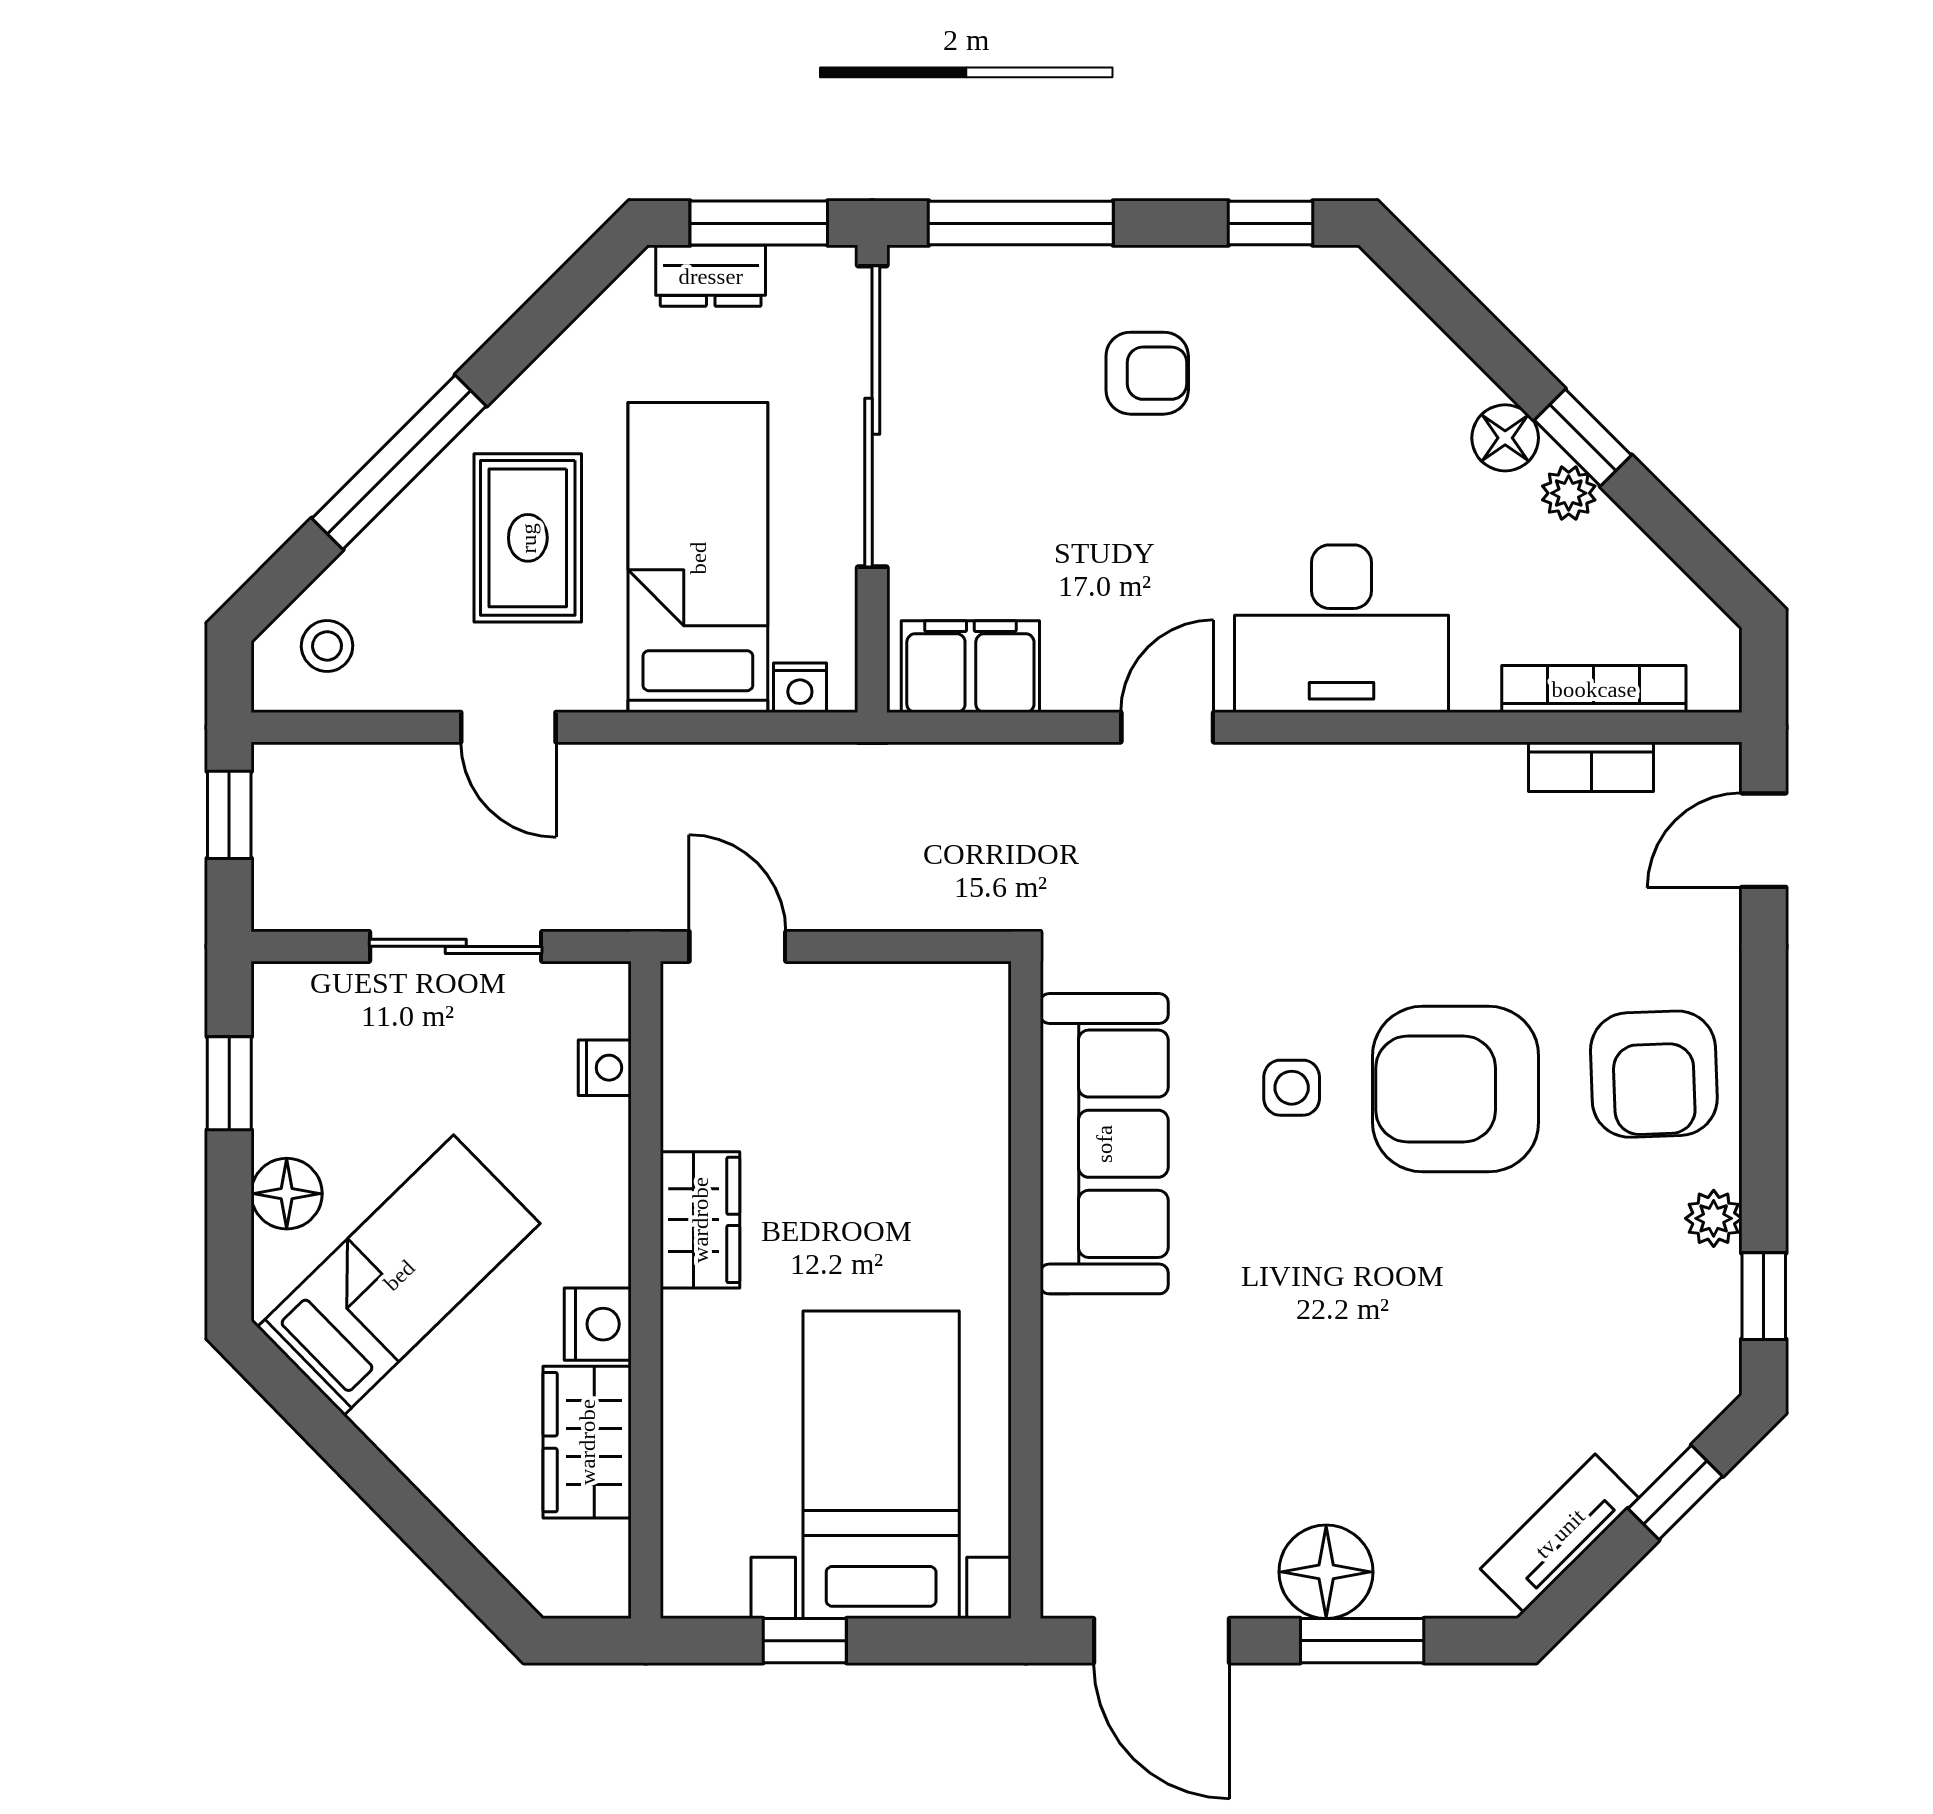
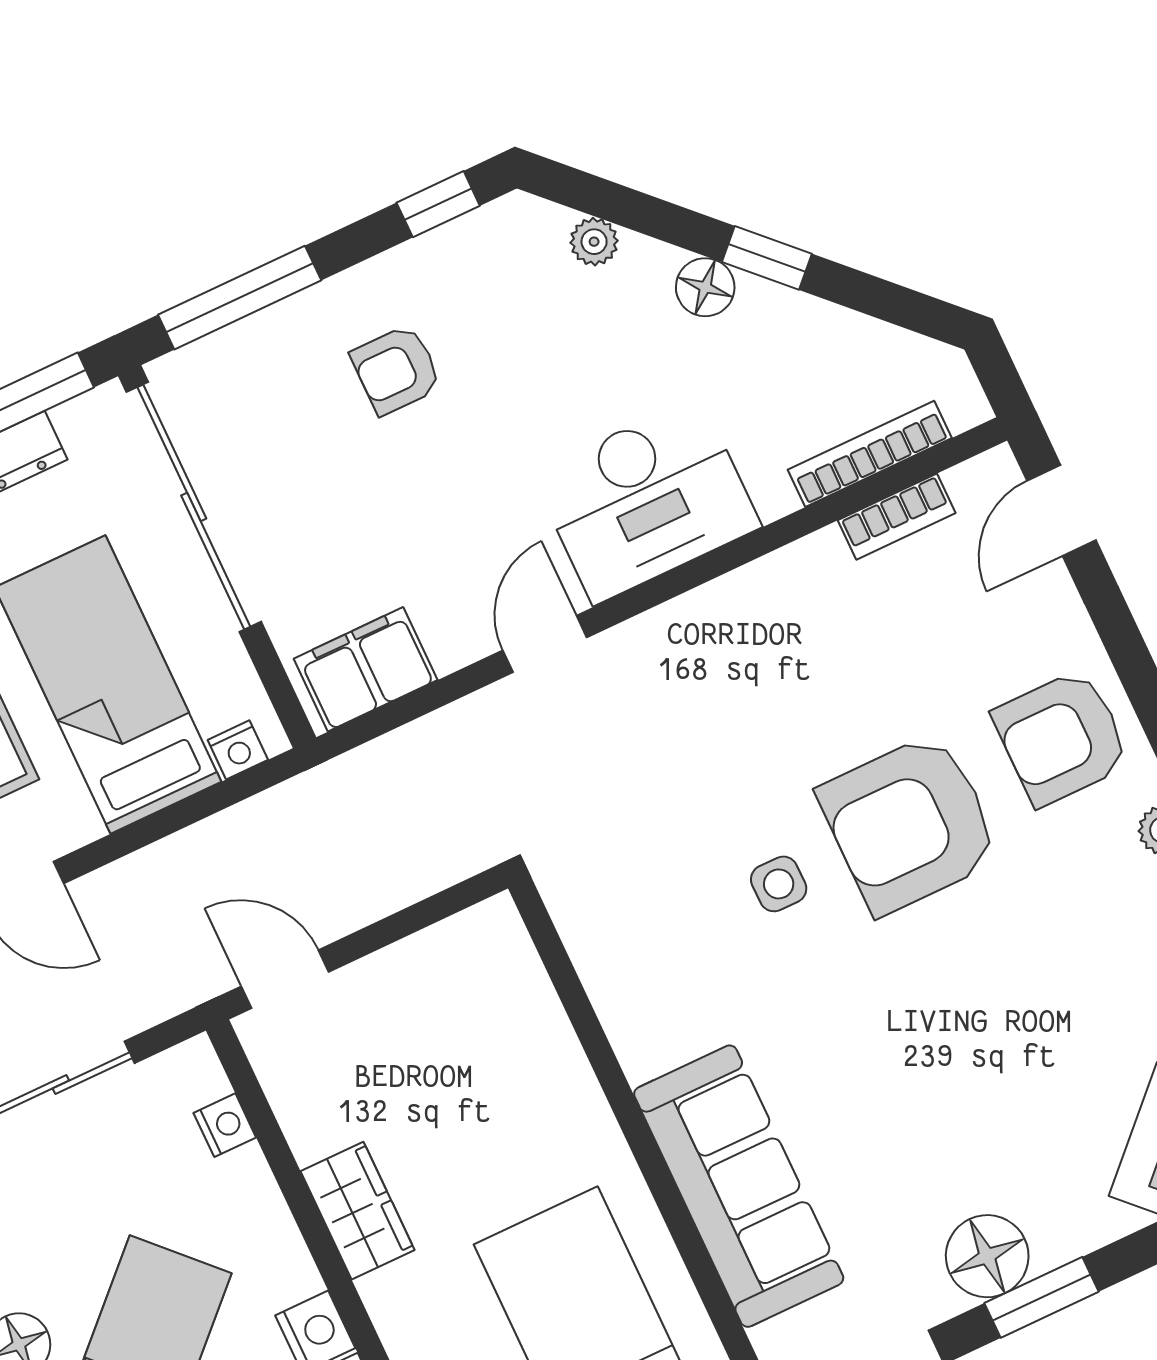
armchair: (1147, 373) -> (396, 370), turned 180
plant: (1569, 493) -> (594, 242), moved
armchair: (1654, 1074) -> (1062, 738), turned 92
sofa: (1104, 1144) -> (739, 1186), moved

